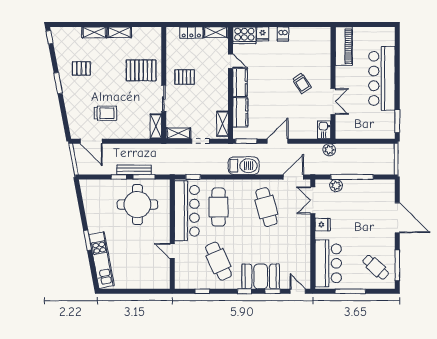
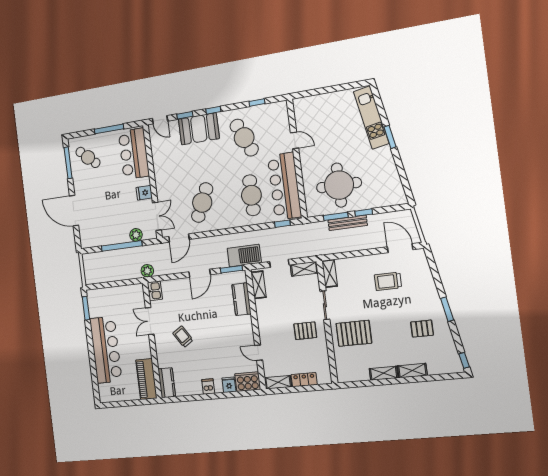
kitchen counter: (240, 82) -> (167, 383), moved, turned 180
barbecue: (244, 166) -> (244, 256), moved, turned 180
cafe table: (266, 207) -> (202, 203), turned 39

